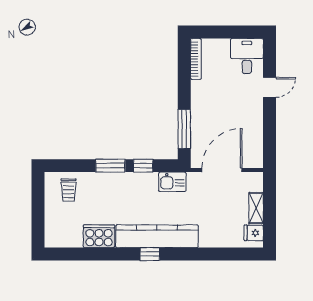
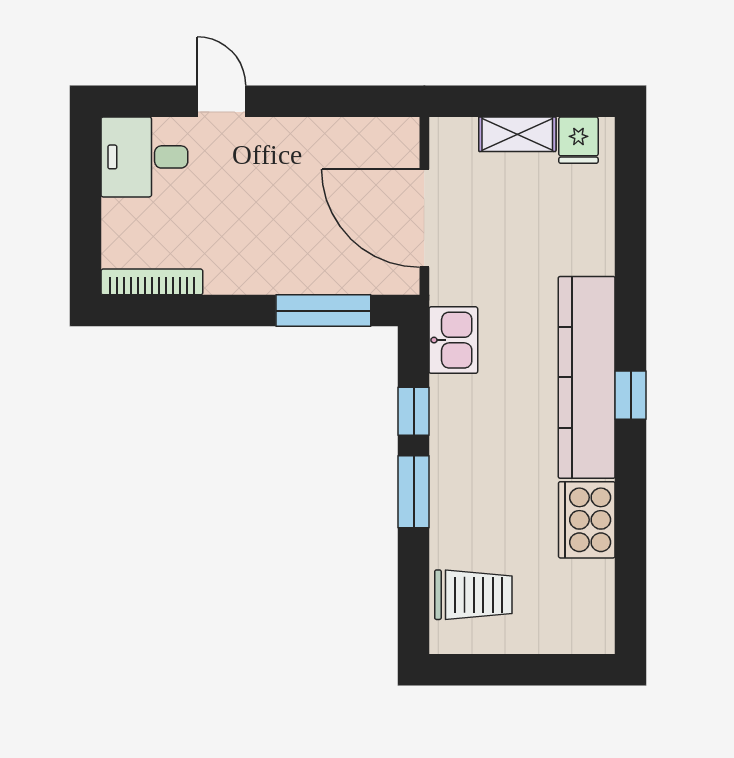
trolley: (68, 190) -> (473, 595), width x1.36, depth x1.39

